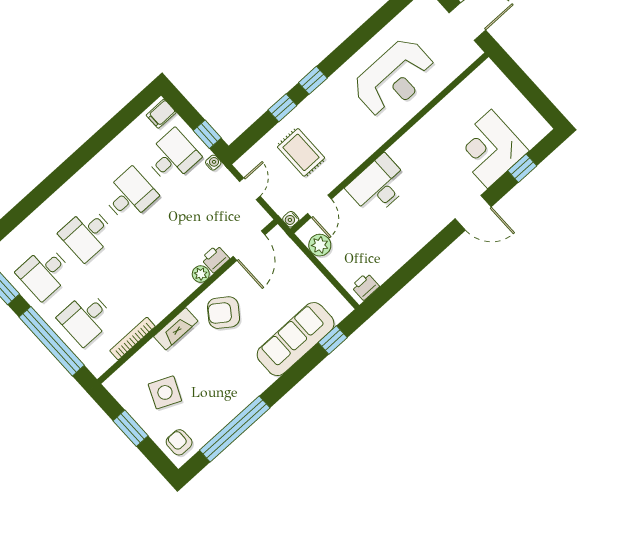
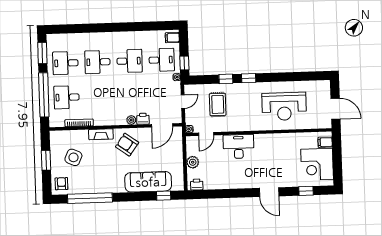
filing cabinet: (492, 79) -> (325, 142), added
corner desk: (489, 149) -> (317, 164), moved, turned -90
plant: (320, 245) -> (193, 162), moved

